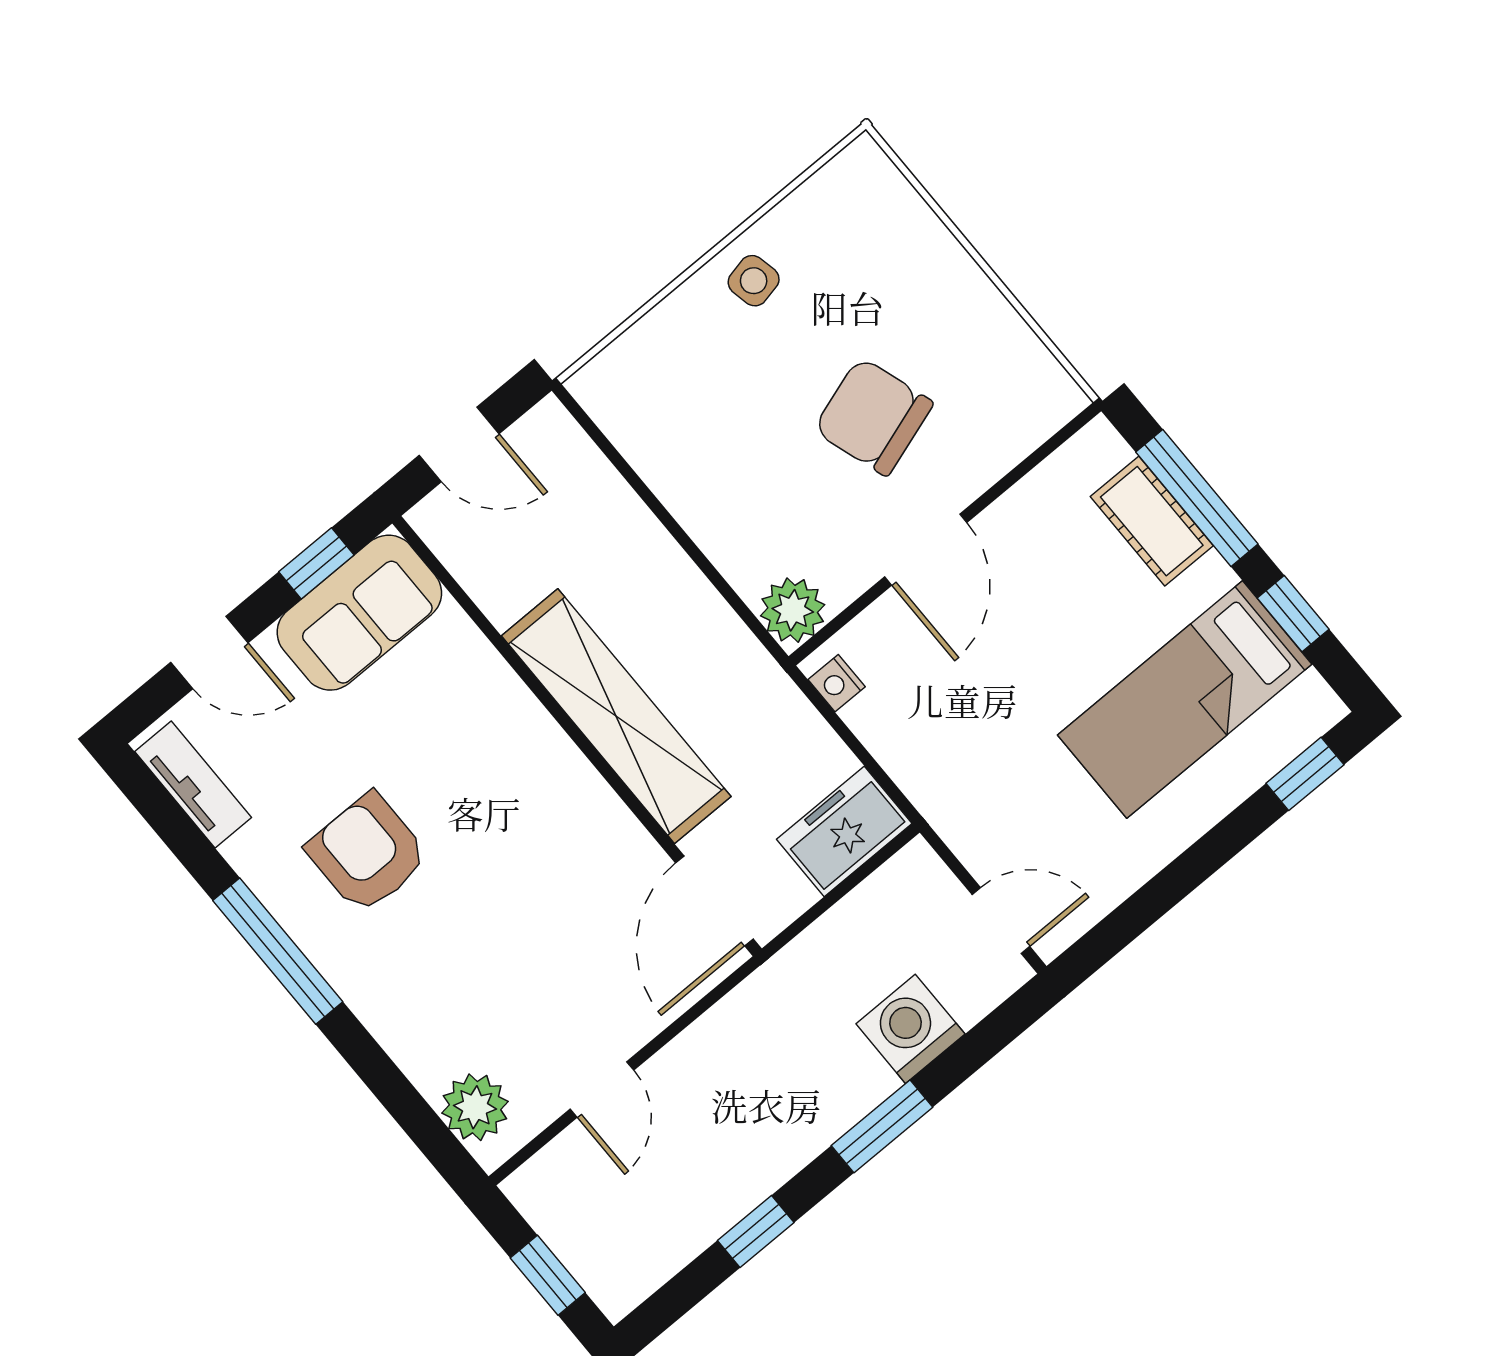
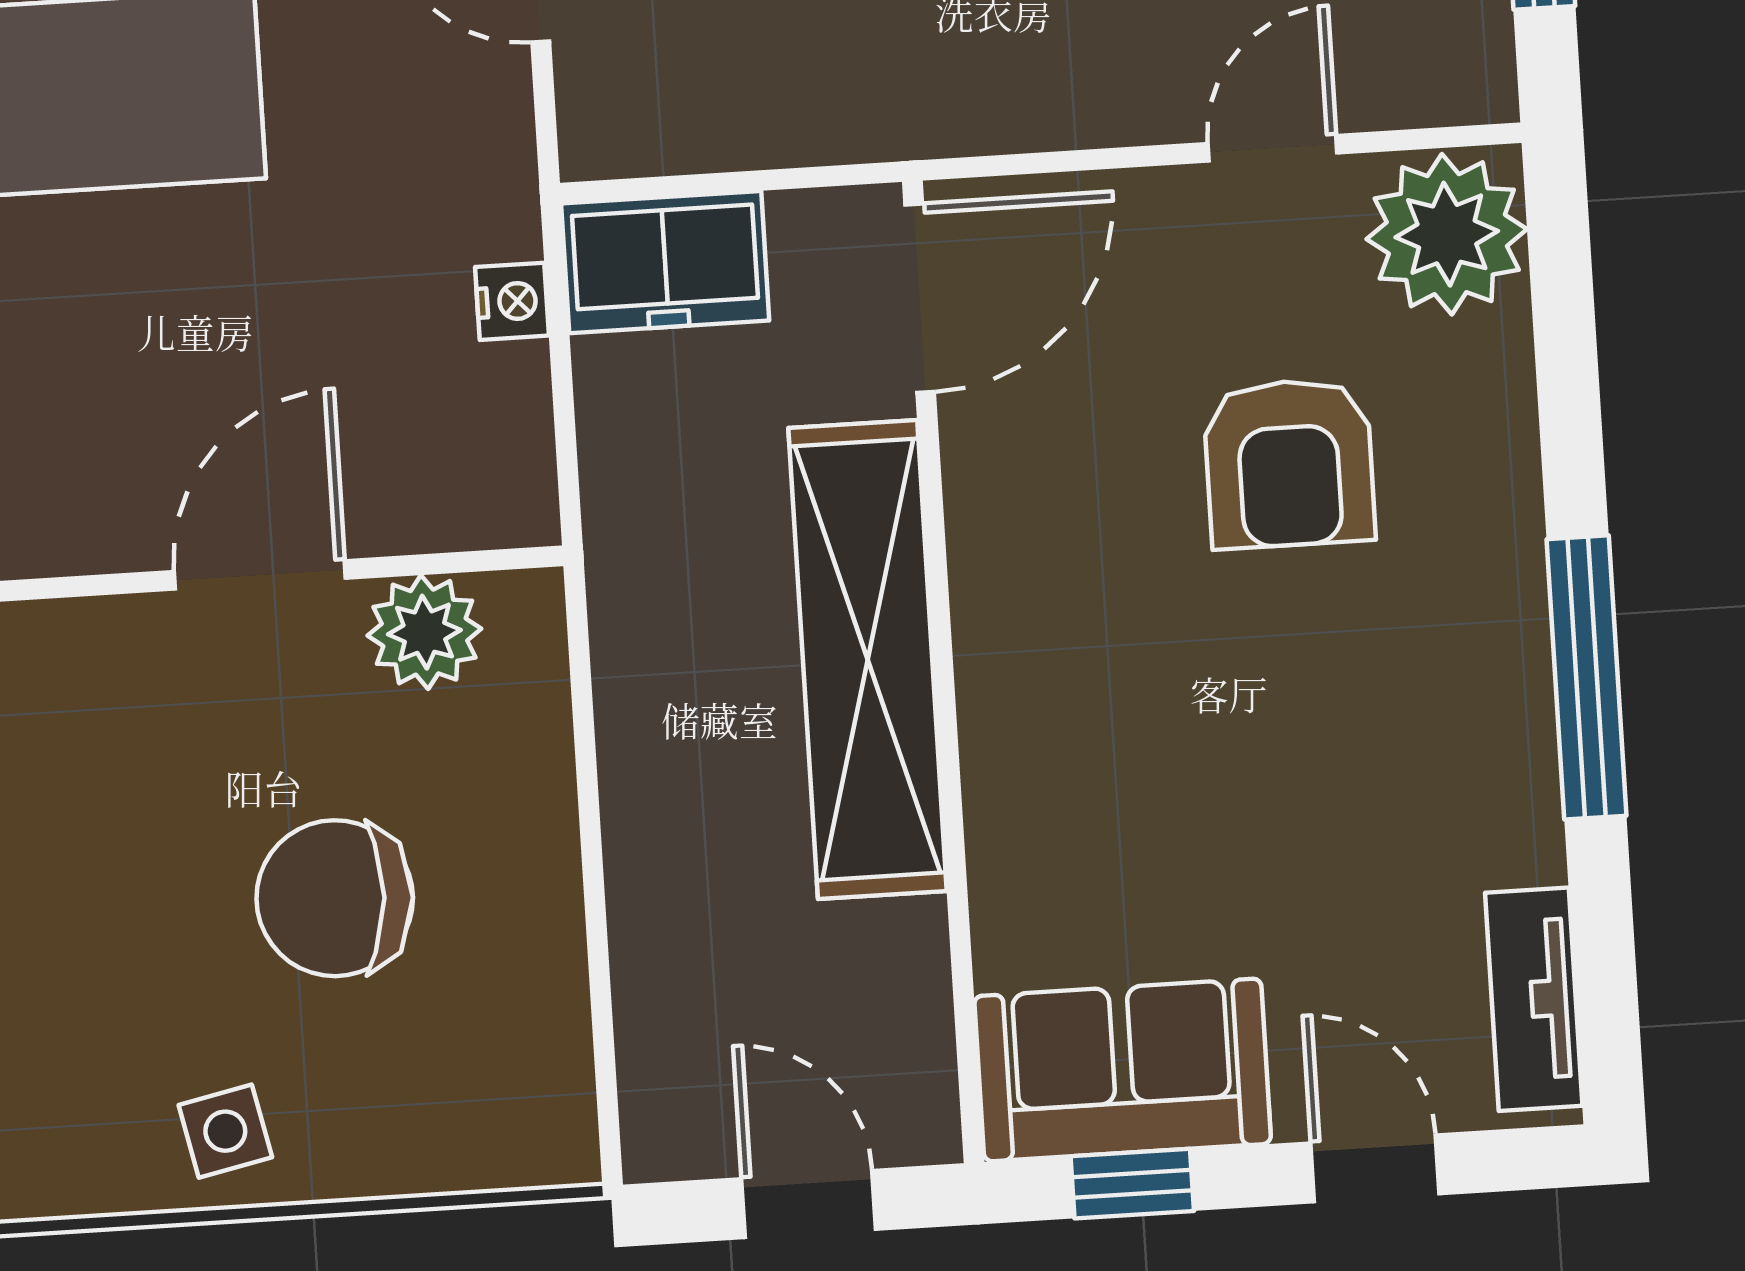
chair: (873, 416) -> (335, 898), moved, turned 111
plant: (793, 610) -> (424, 632), moved
nightstand: (837, 683) -> (512, 301), moved
armchair: (368, 853) -> (1289, 463), moved
plant: (475, 1107) -> (1447, 234), width x1.36, depth x1.36

